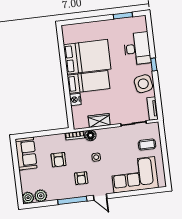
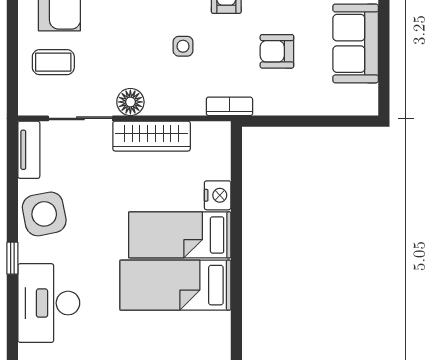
bed: (87, 57) -> (175, 285), width x0.67
wardrobe: (99, 121) -> (152, 136), width x1.50
floor lamp: (91, 135) -> (130, 102), moved
sofa: (26, 154) -> (356, 43), moved
armchair: (59, 160) -> (277, 51), turned -90

